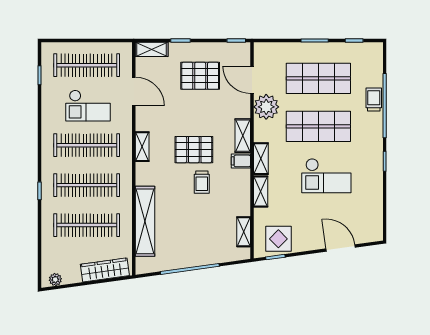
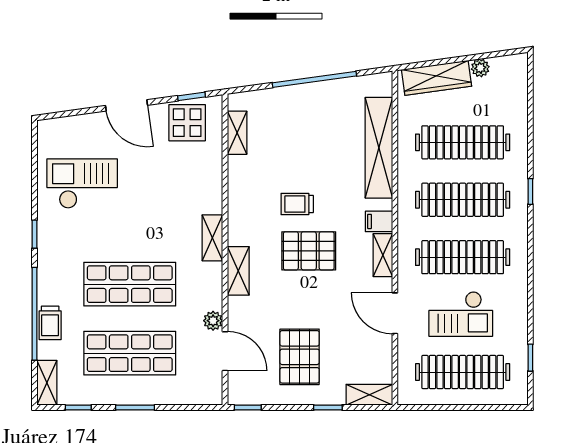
pallet: (200, 76) -> (300, 357), turned 90
door: (134, 91) -> (395, 313), moved
checkout: (88, 106) -> (461, 314), turned 180
plant: (266, 107) -> (213, 321), width x0.53, depth x0.53
filing cabinet: (241, 161) -> (379, 221), moved, turned 180
checkout: (326, 176) -> (82, 184), moved
trolley: (202, 182) -> (297, 204), turned -90
shelving: (261, 191) -> (47, 383), moved
door: (341, 248) -> (126, 105), moved
plant: (55, 280) -> (480, 68), moved

